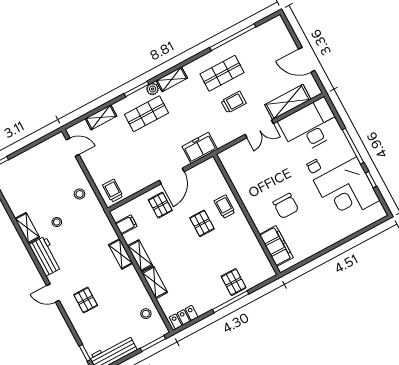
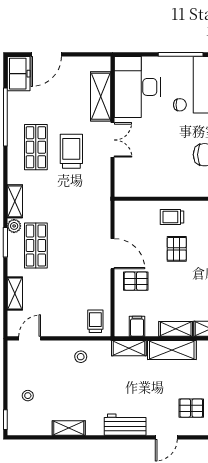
door: (307, 60) -> (46, 54), moved
trolley: (234, 102) -> (71, 151), width x1.36, depth x1.39
freezer: (200, 148) -> (19, 74), moved, turned 180
trolley: (113, 191) -> (95, 321), turned 90
stool: (57, 222) -> (28, 396), moved
pallet: (202, 223) -> (177, 249), turned 90
shelving: (106, 227) -> (129, 348), added
shelving: (27, 228) -> (69, 428), moved
shelving: (121, 254) -> (172, 350), width x1.50, depth x1.33

